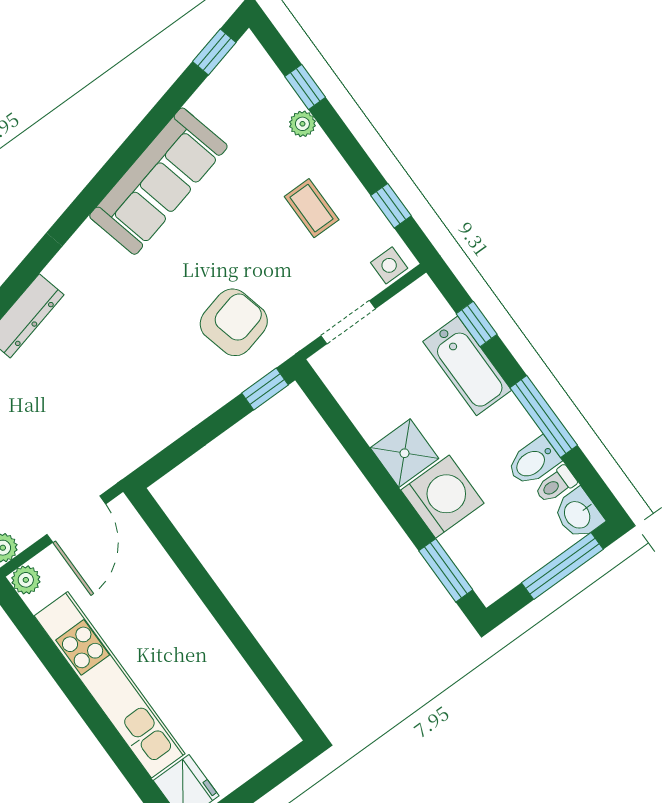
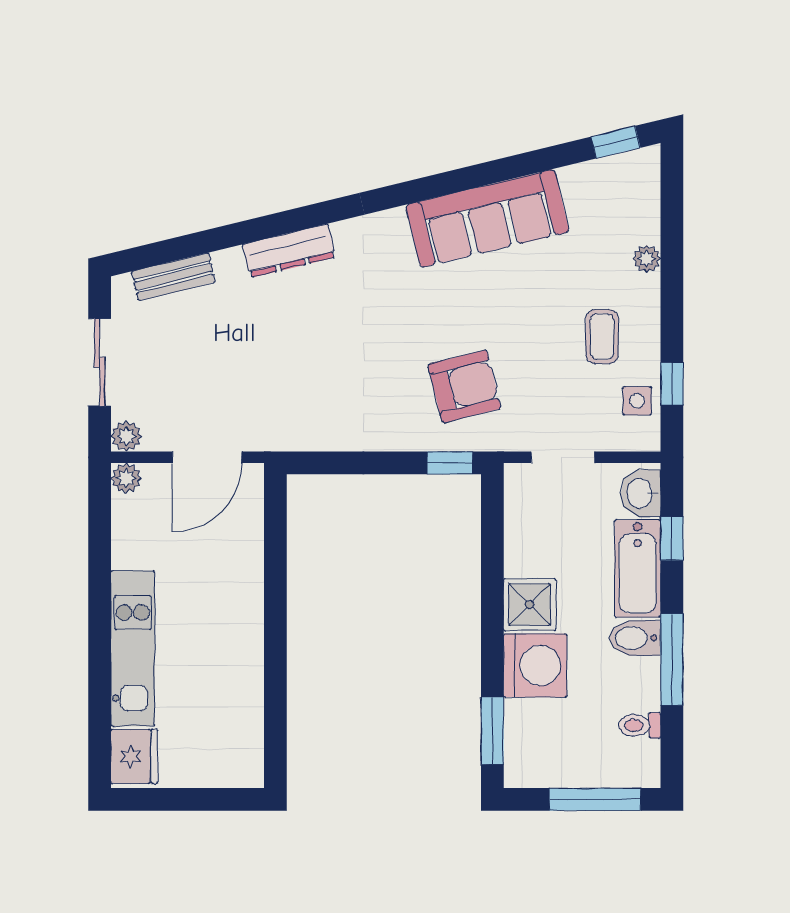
window: (305, 87) -> (672, 229), removed
side table: (389, 265) -> (637, 401), moved
bidet: (533, 462) -> (635, 638), moved
washbasin: (578, 514) -> (641, 493), moved
kitchen unit: (110, 685) -> (133, 648), width x0.73

